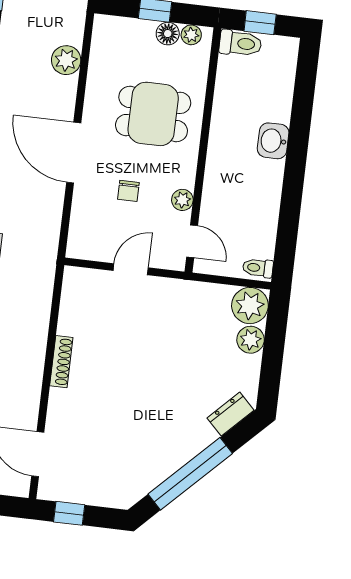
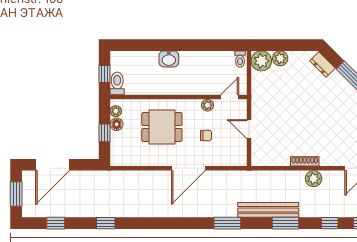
plant: (66, 60) -> (314, 179), moved
dining table: (153, 114) -> (162, 127), turned 90

